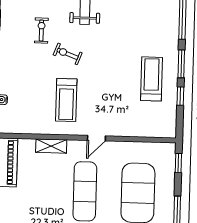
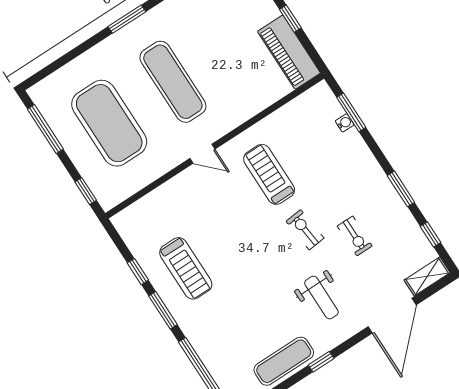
exercise bike: (68, 54) -> (305, 230), turned -117
door: (96, 138) -> (202, 154), swing flipped
shelving: (51, 146) -> (249, 108), removed

